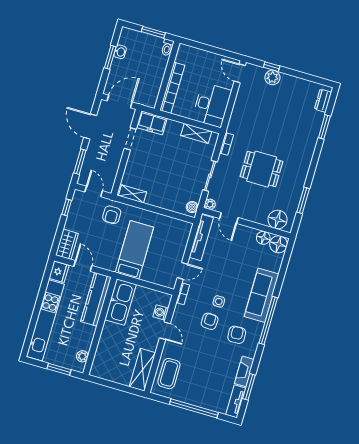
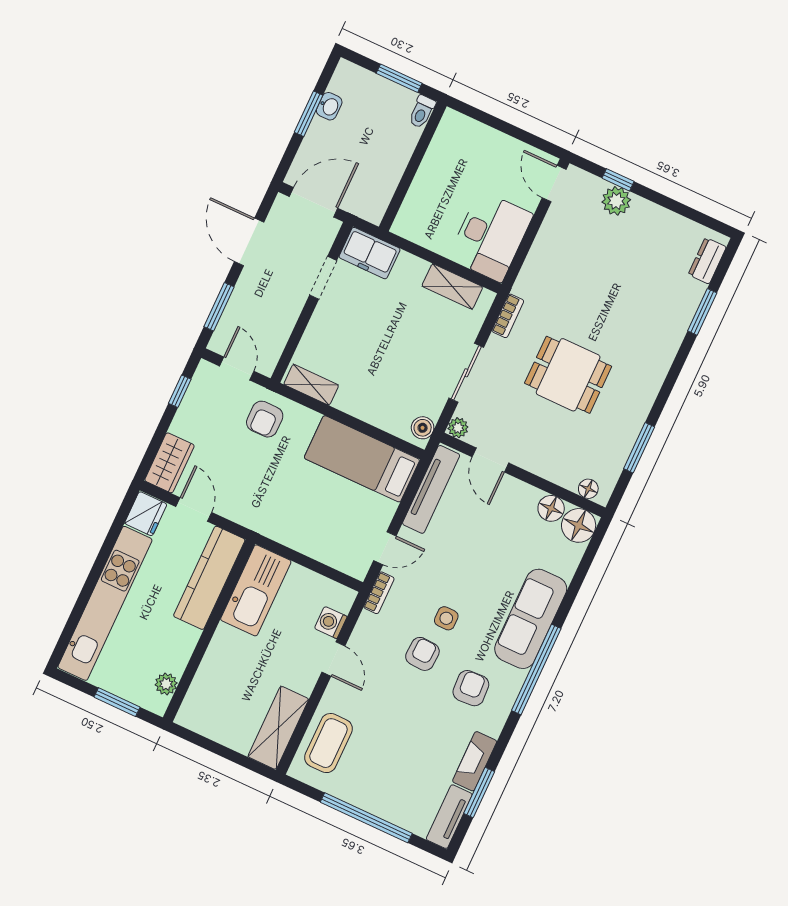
bookcase: (172, 88) -> (419, 191), removed
floor lamp: (278, 220) -> (588, 489), width x0.53, depth x0.53
bed: (134, 250) -> (362, 459), moved, turned -90

